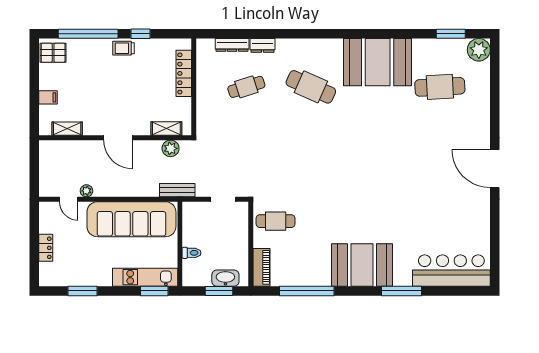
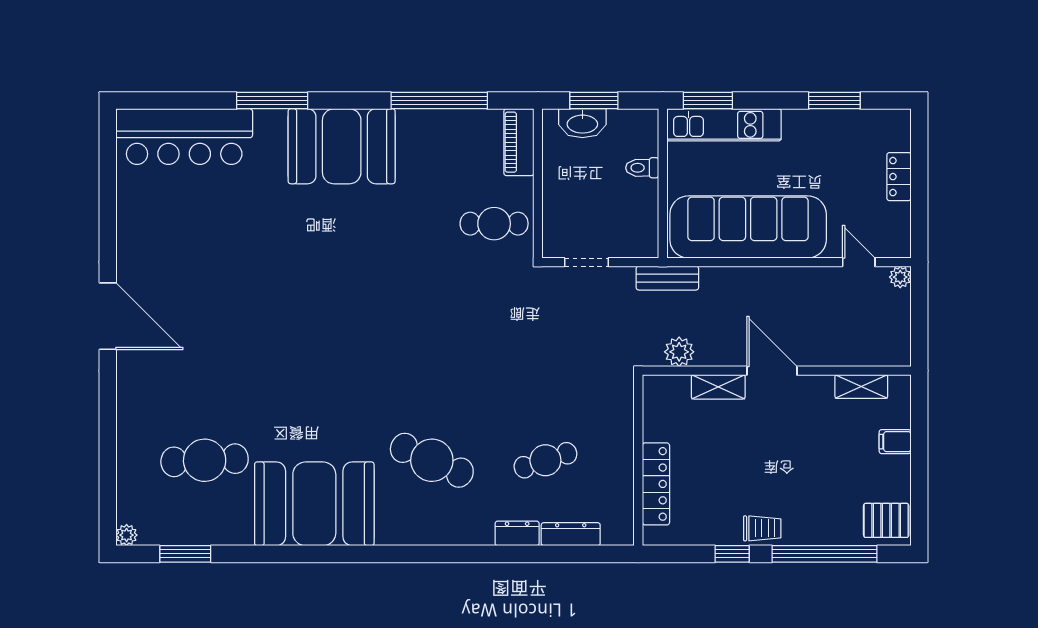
plant: (479, 50) -> (127, 535), width x0.53, depth x0.53
shelving: (166, 129) -> (718, 387), moved
plant: (86, 191) -> (900, 277), moved

